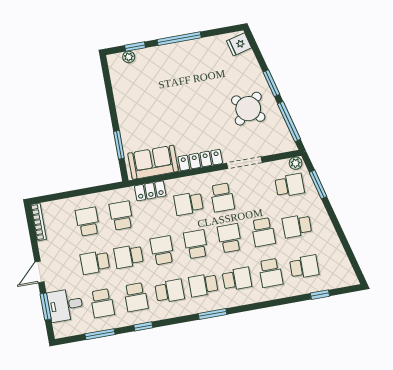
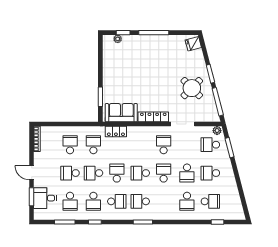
school desk: (290, 185) -> (210, 145), turned 180
school desk: (222, 197) -> (164, 145), turned 180
school desk: (189, 203) -> (140, 145), removed
school desk: (196, 244) -> (140, 173), turned -90
door: (39, 272) -> (32, 173), hinge flipped
school desk: (237, 279) -> (164, 201), removed

